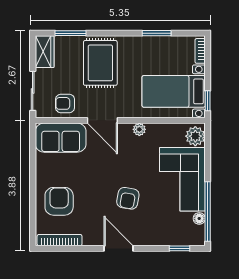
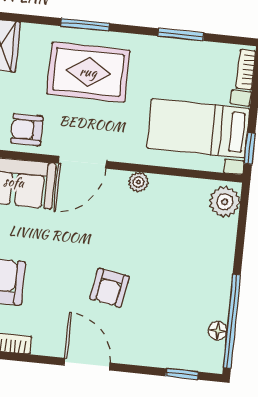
window: (71, 33) -> (85, 25), moved
rug: (100, 63) -> (88, 72), turned 90
door: (102, 120) -> (82, 162), hinge flipped
corner sofa: (182, 179) -> (198, 267), removed

